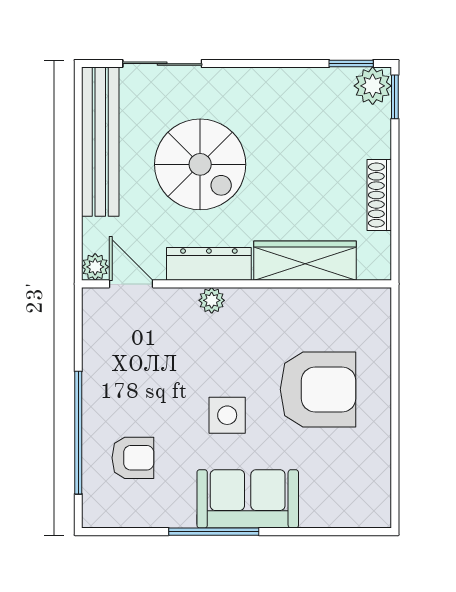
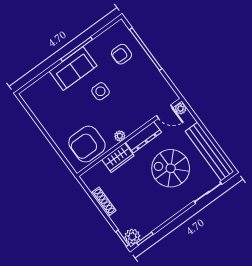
wardrobe: (305, 261) -> (118, 158), width x0.67
plant: (212, 300) -> (120, 136), moved
armchair: (318, 389) -> (87, 144), moved

